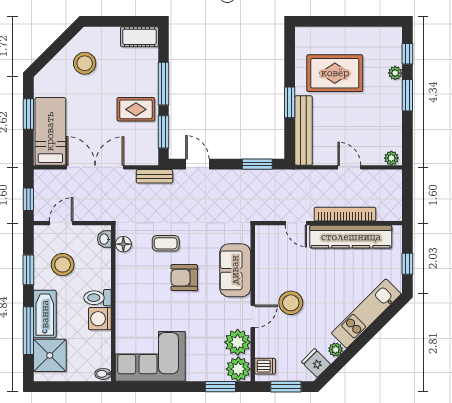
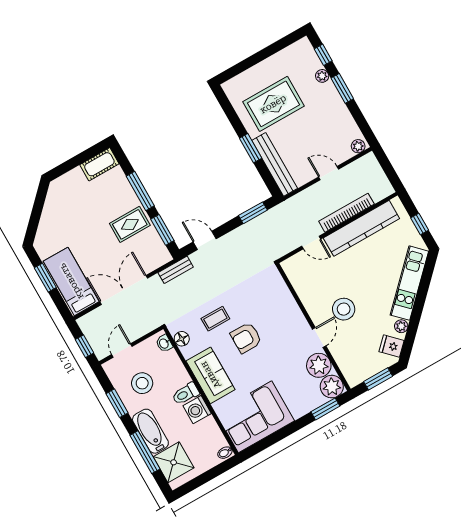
stool: (85, 63) -> (67, 211), removed
sofa: (235, 270) -> (210, 375), moved, turned 180
dishwasher: (265, 366) -> (352, 372), removed

